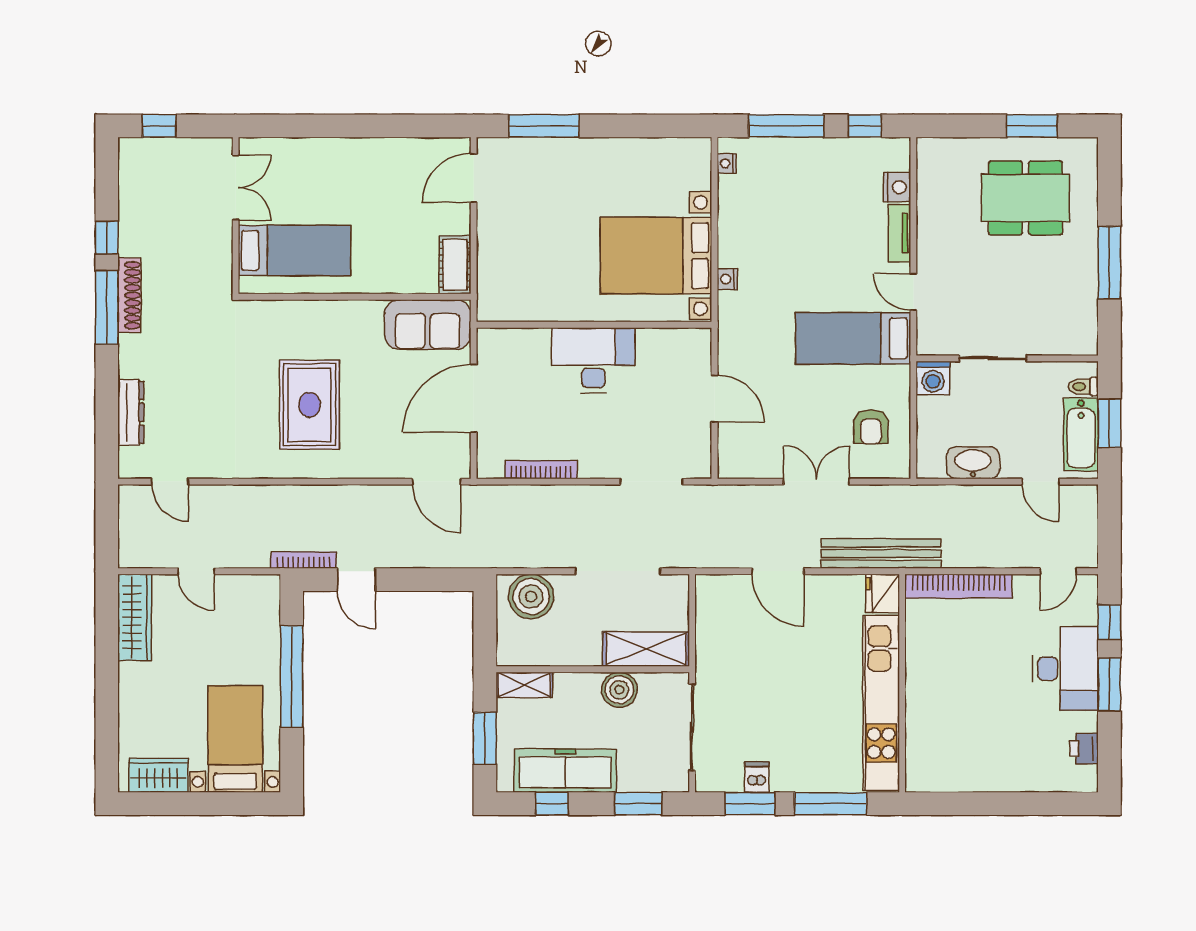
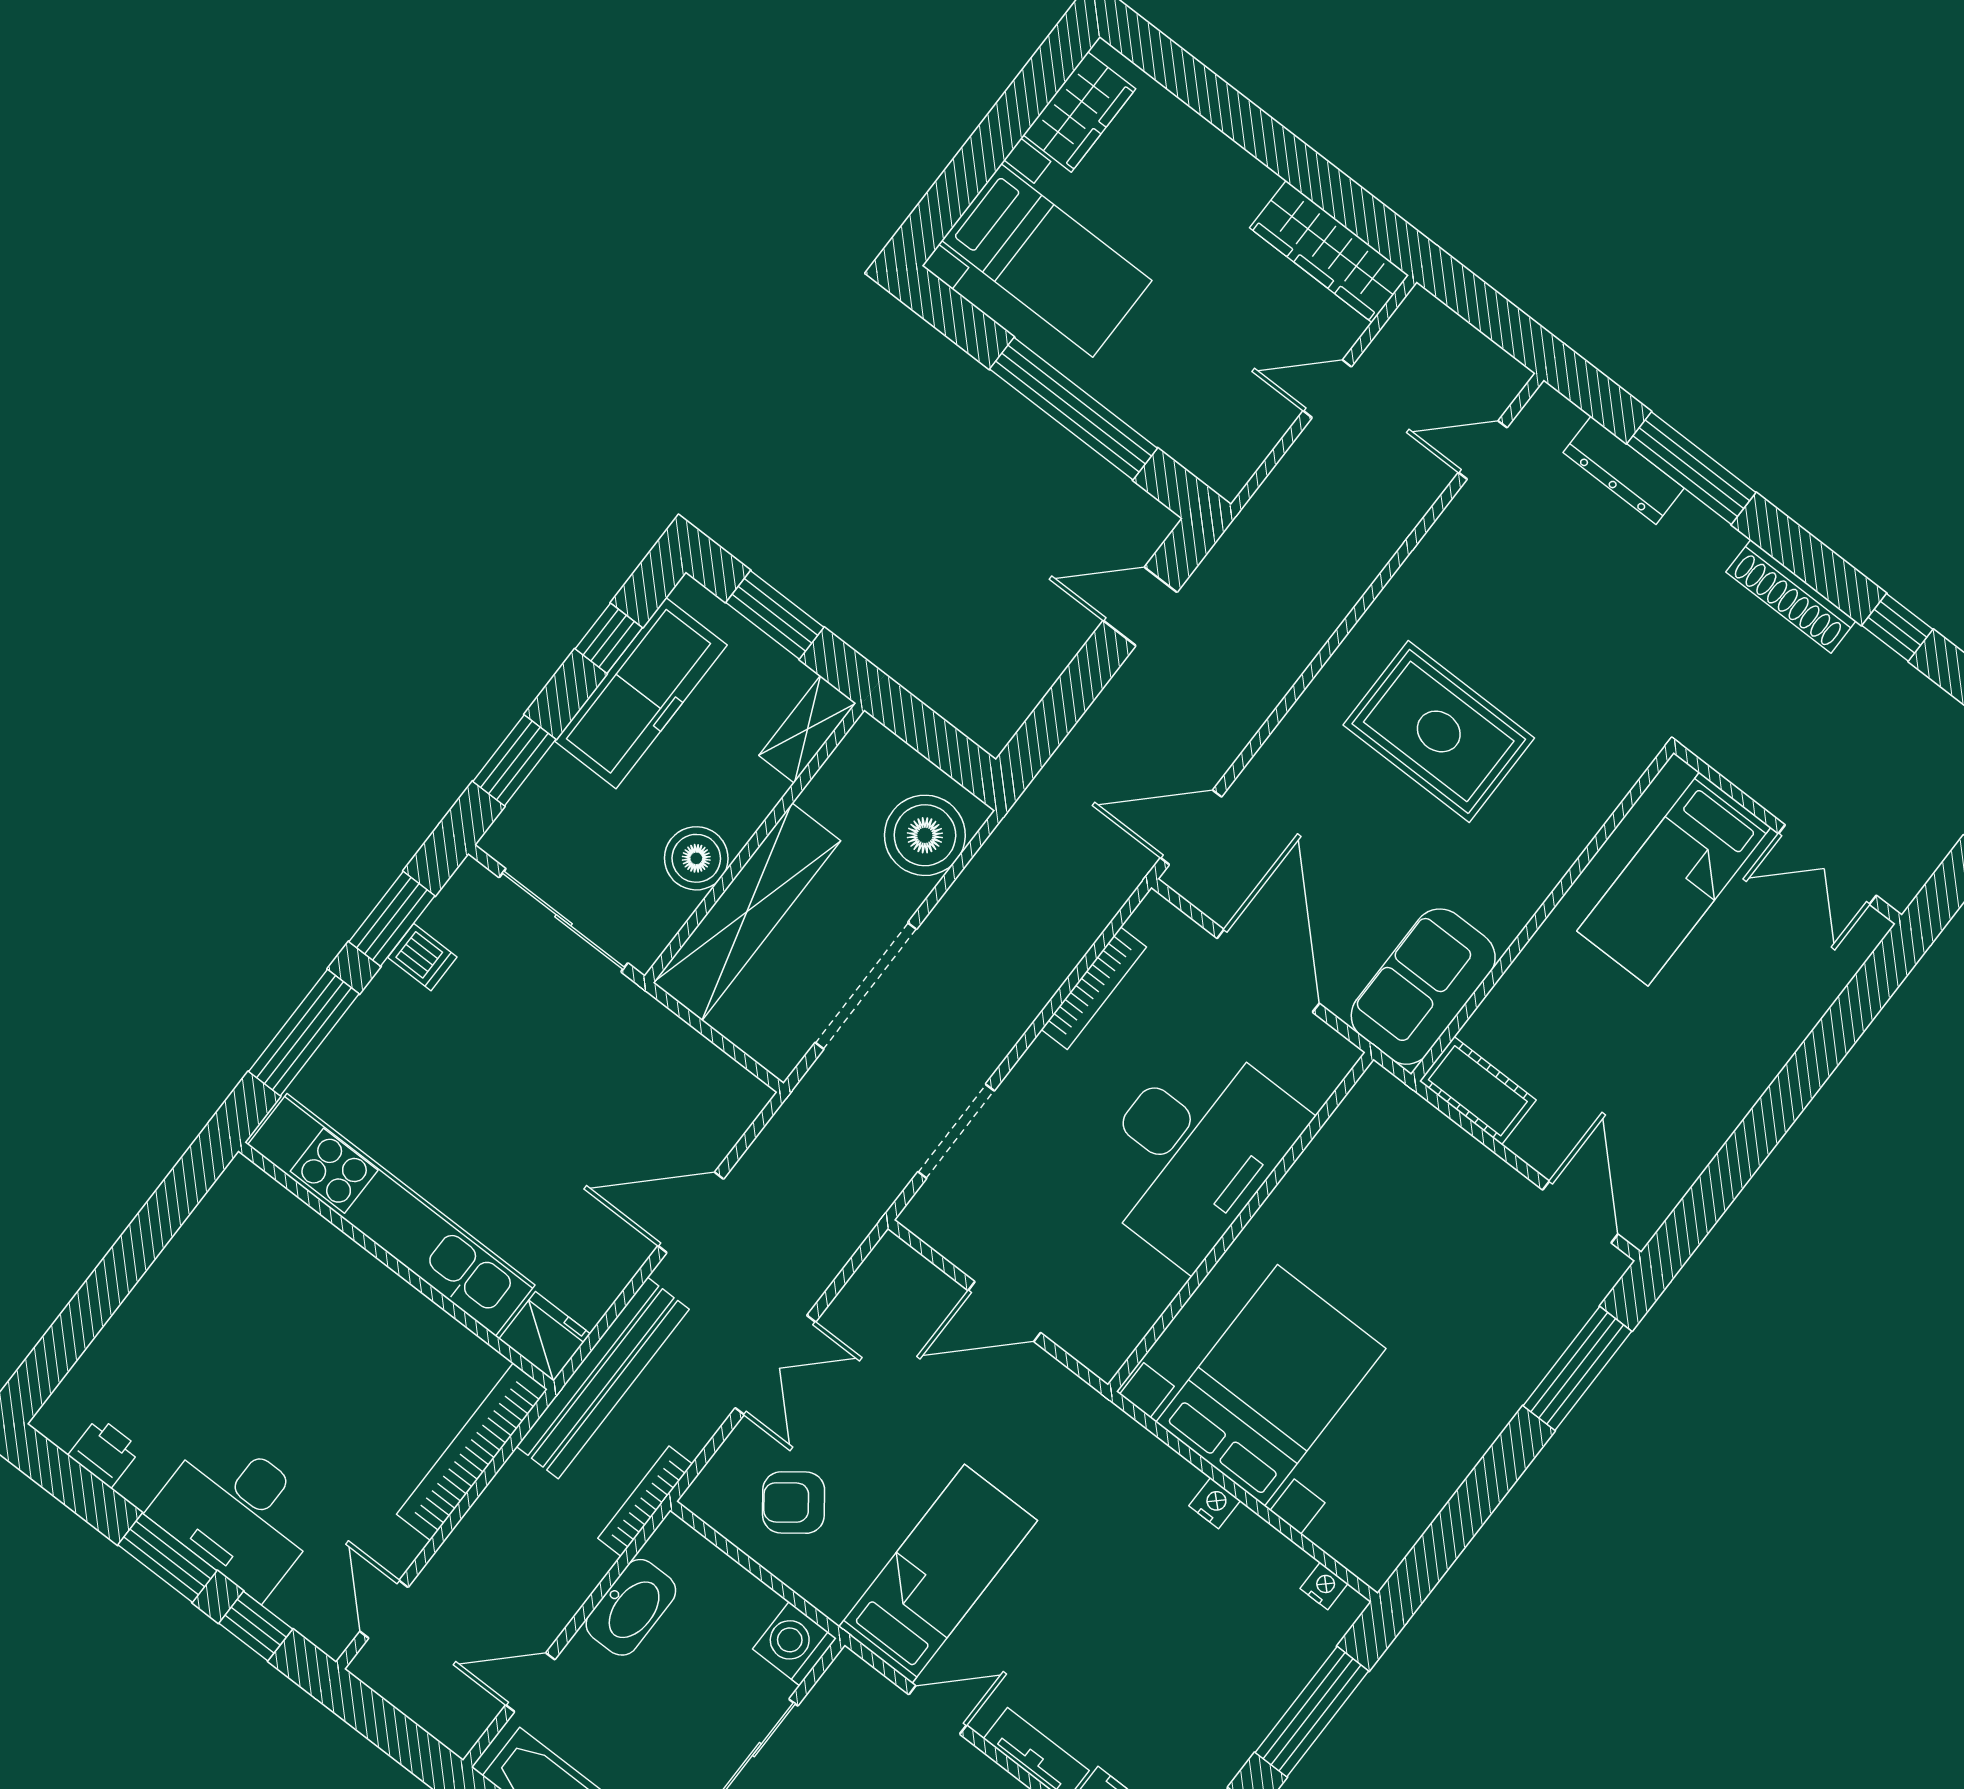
nightstand: (727, 279) -> (1215, 1503), moved
window: (107, 307) -> (1691, 468), moved
desk: (593, 360) -> (1194, 1150), width x1.36, depth x1.30
armchair: (871, 427) -> (794, 1503), turned -37
bookcase: (304, 560) -> (645, 1501), moved, turned 180
shelving: (646, 649) -> (747, 912), width x1.47

